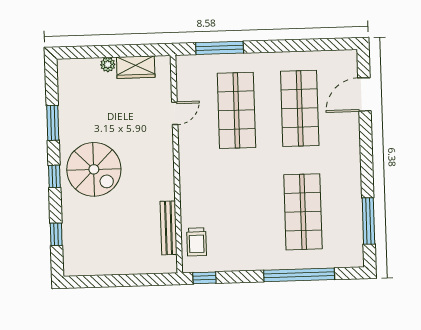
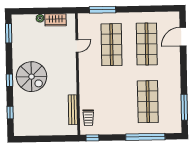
window: (53, 123) -> (9, 33), moved

